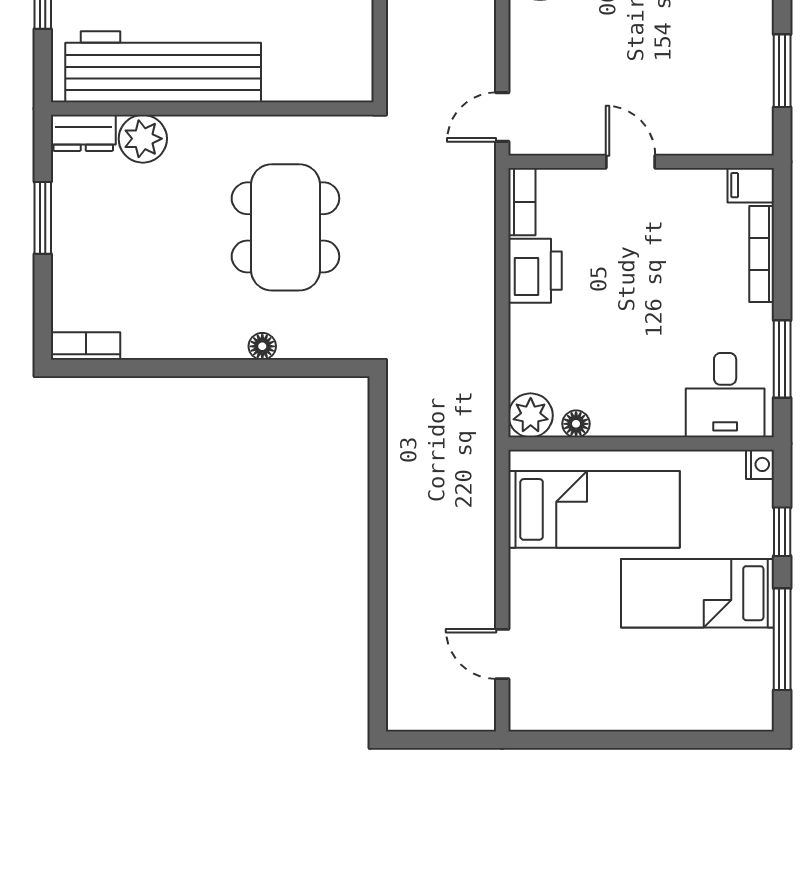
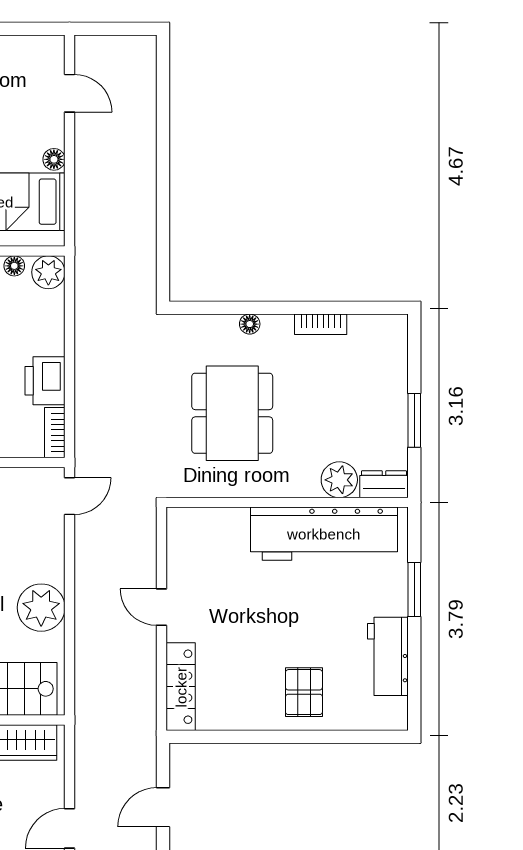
bookcase: (86, 346) -> (321, 324), moved
floor lamp: (523, 566) -> (54, 159), added

